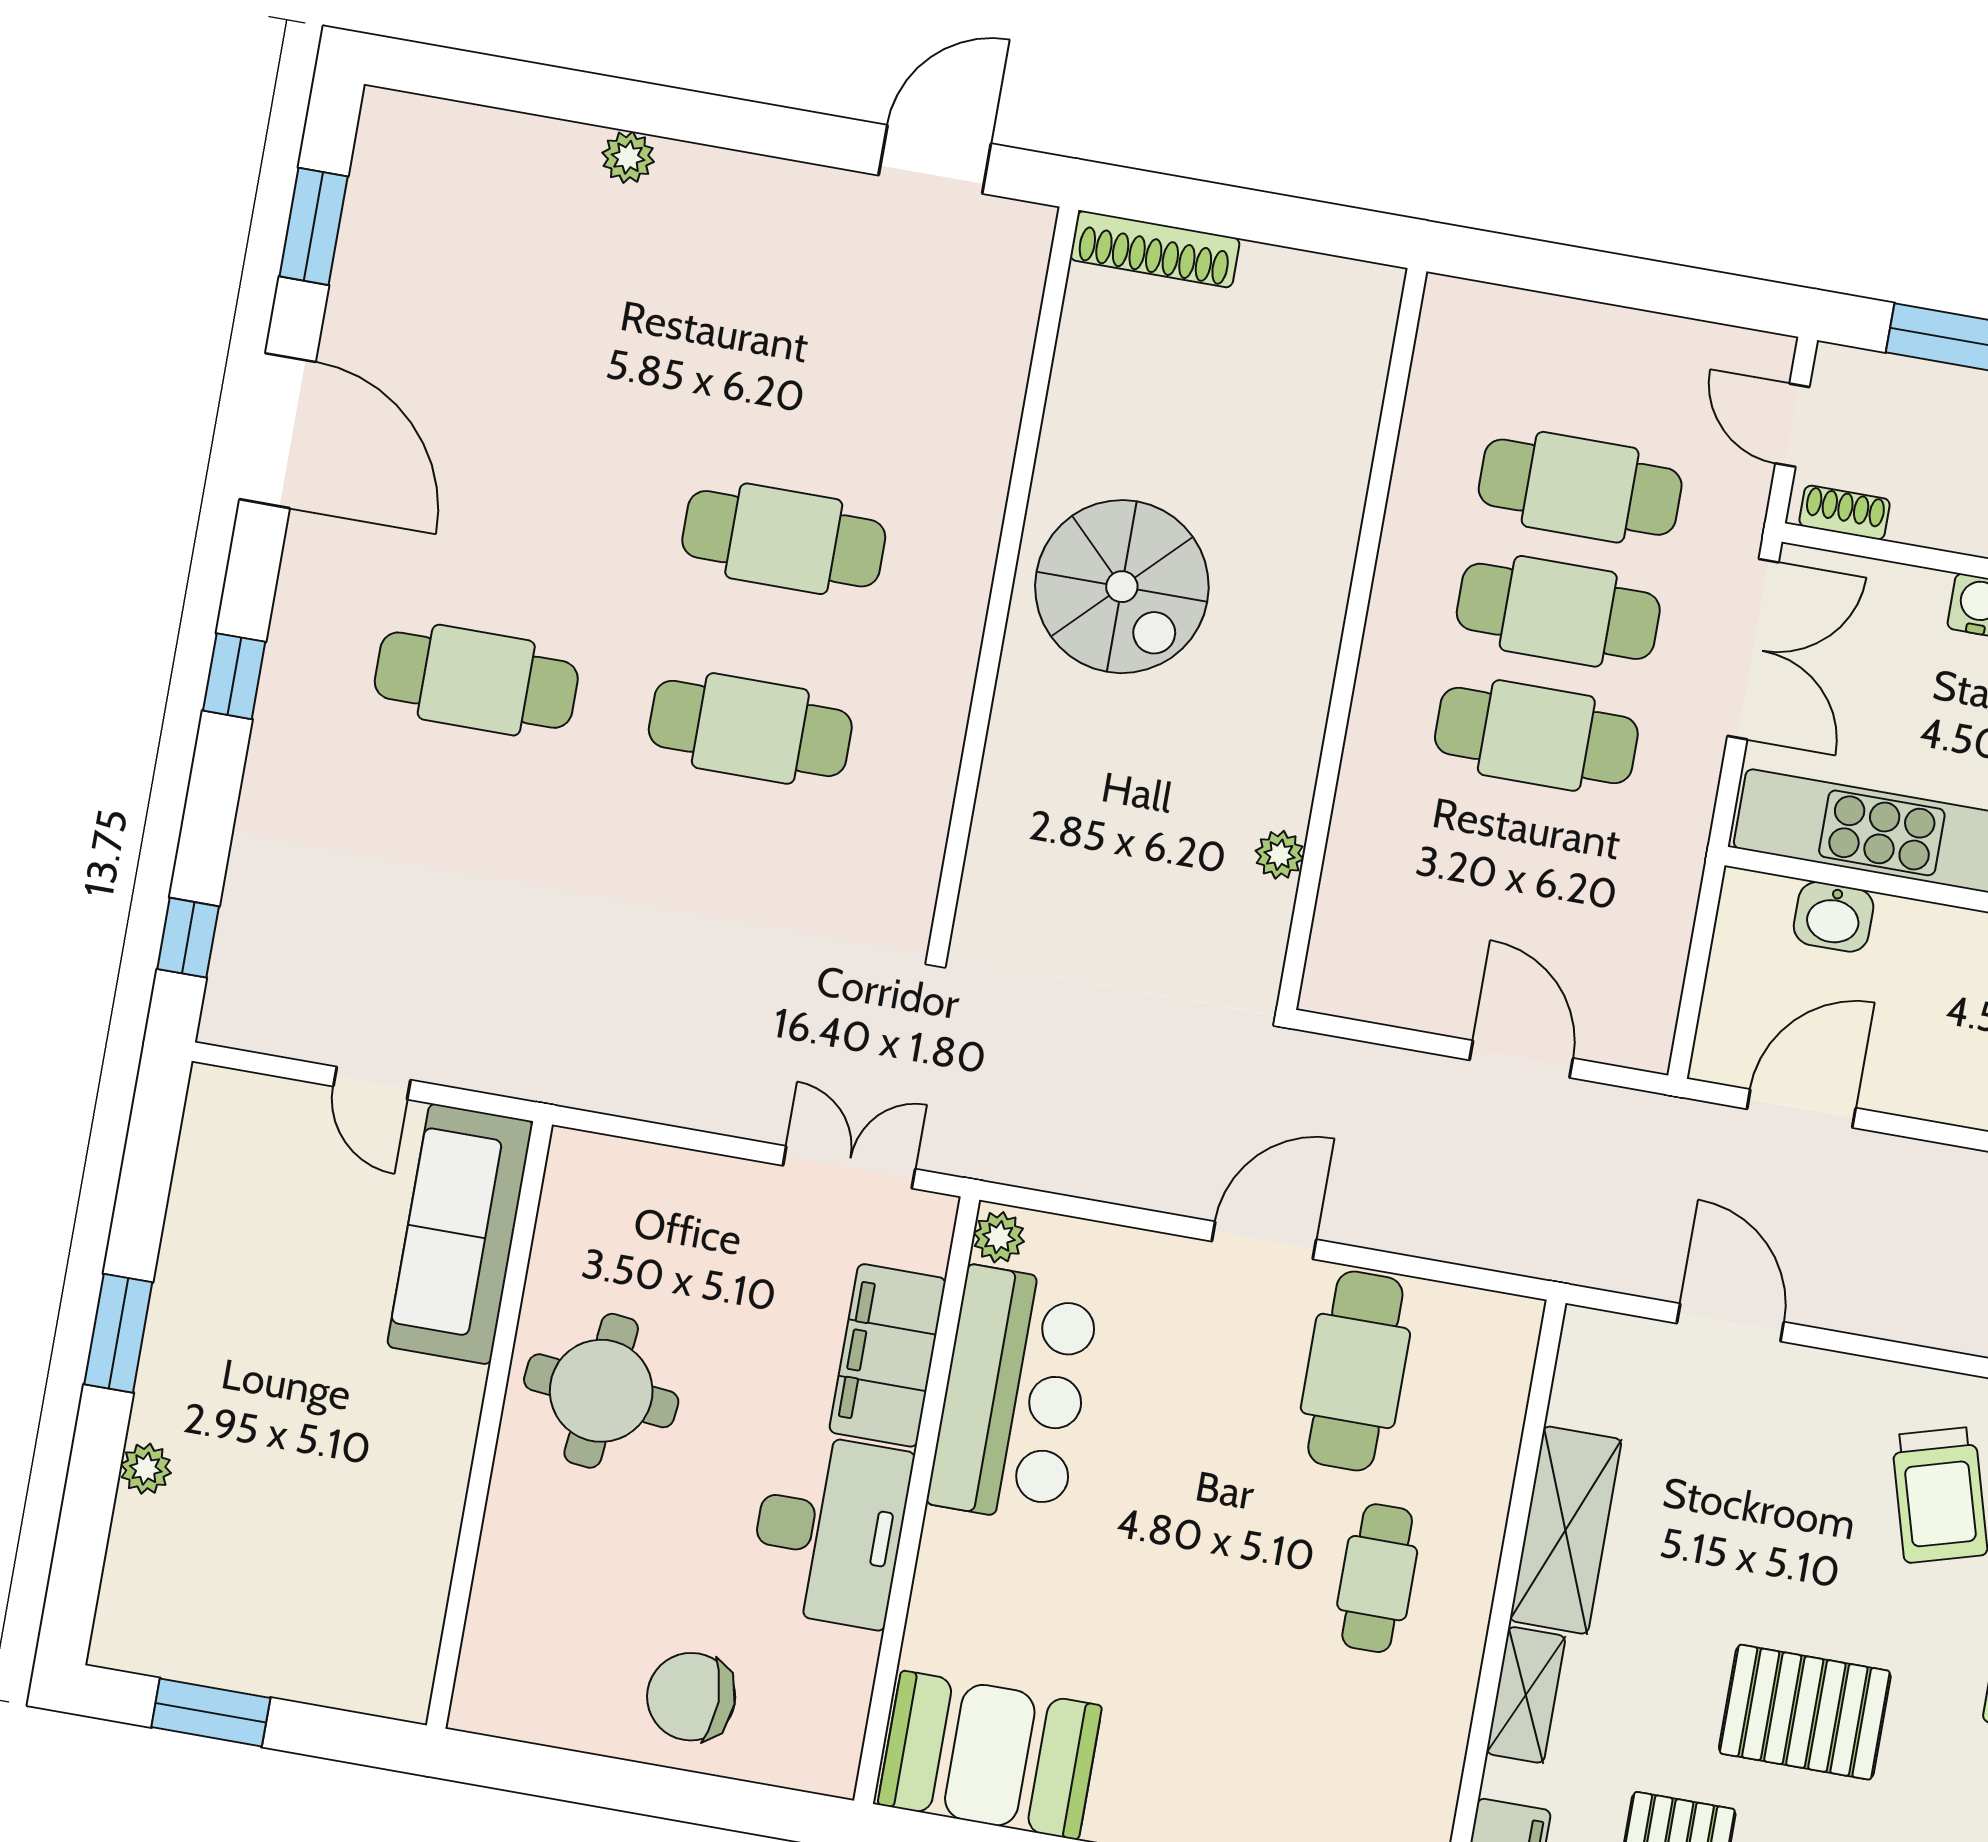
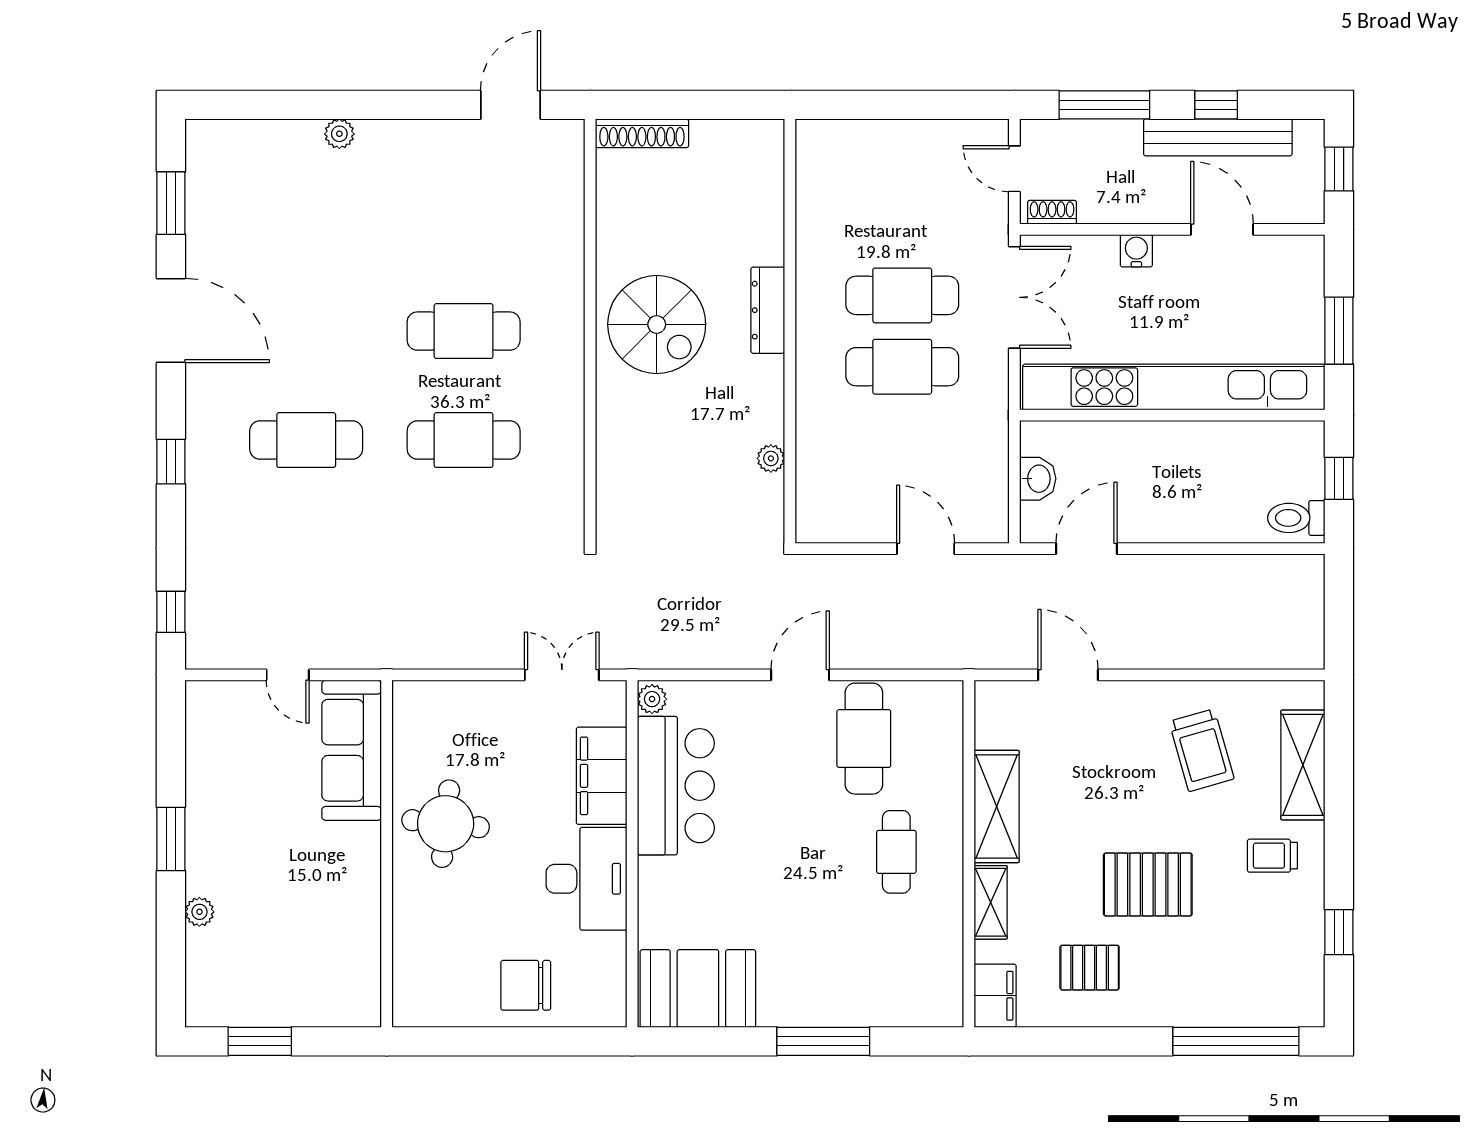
cafe table: (1580, 487) -> (902, 224), removed
dresser: (1320, 596) -> (768, 310), added
washbasin: (1834, 917) -> (1038, 479), moved, turned -90

